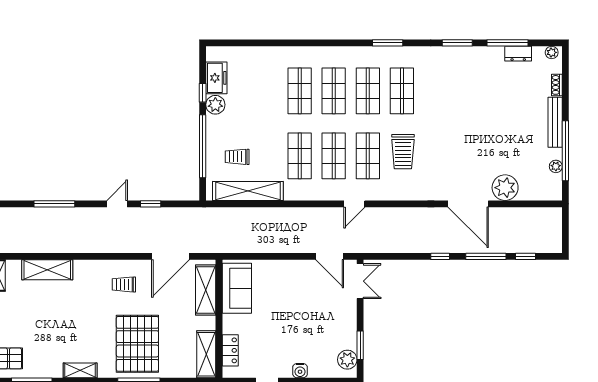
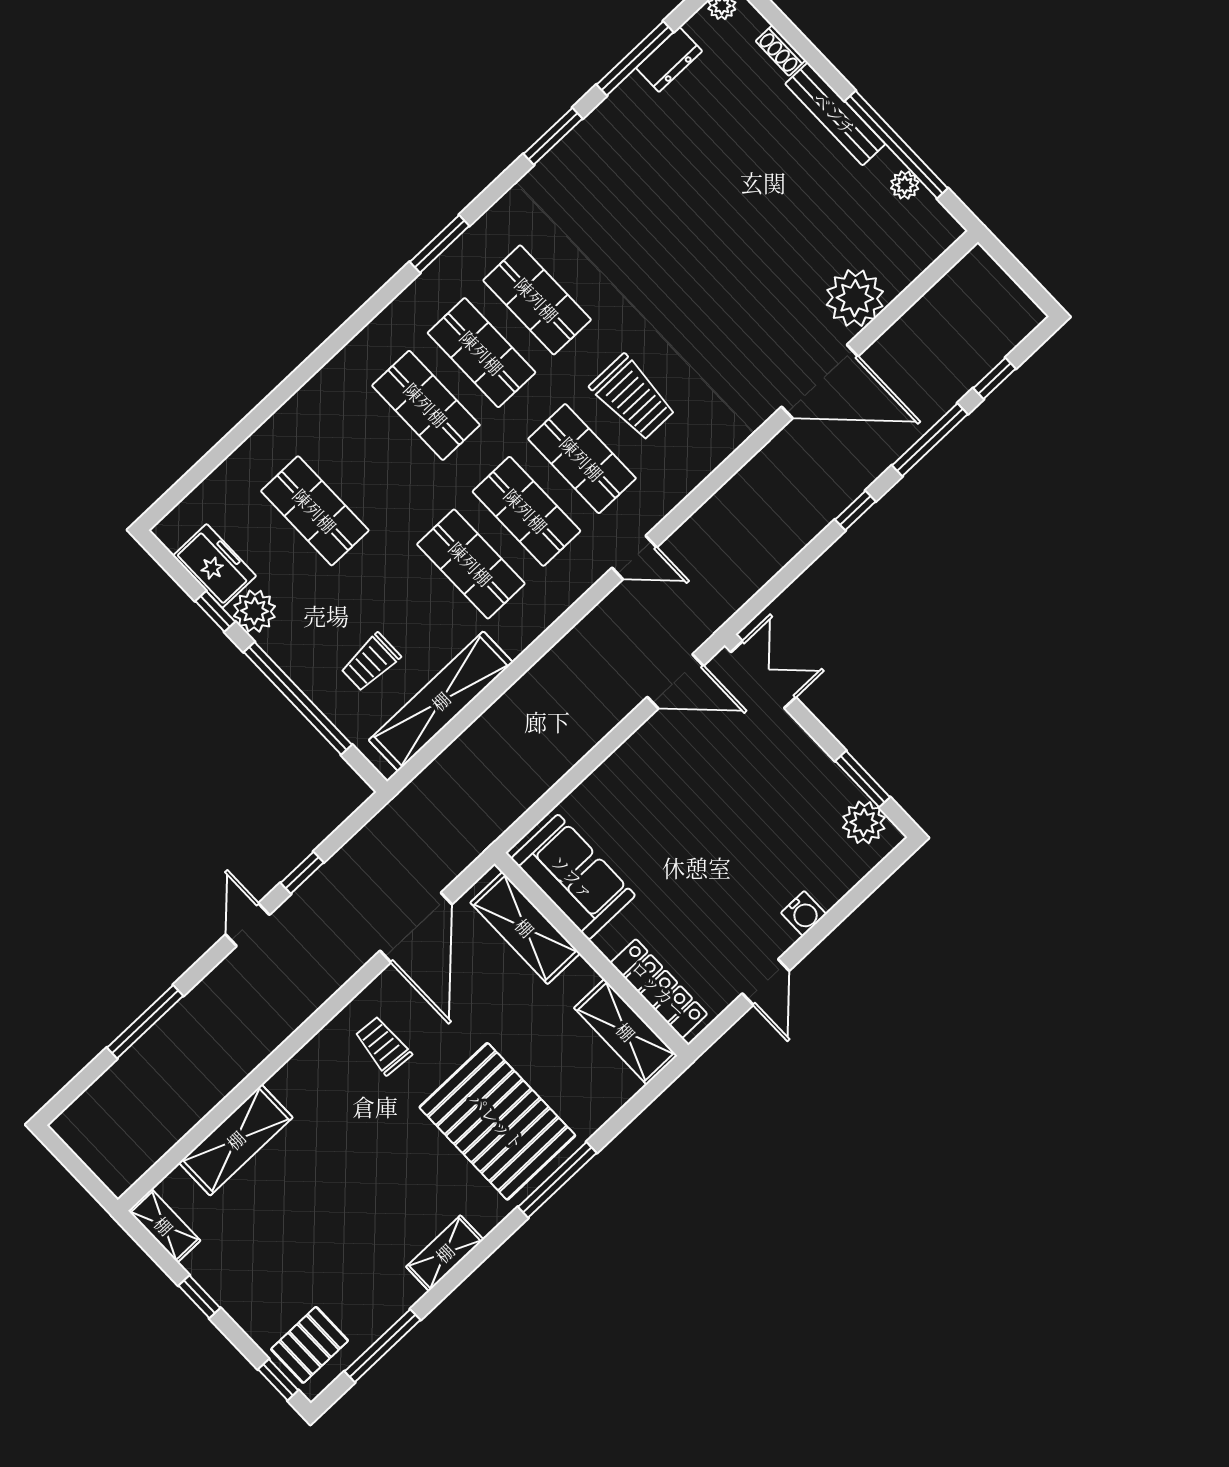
shop shelf: (300, 91) -> (315, 511), moved
door: (354, 204) -> (634, 558), hinge flipped
trolley: (124, 284) -> (383, 1046), turned 94
locker: (230, 350) -> (659, 989), width x1.53

